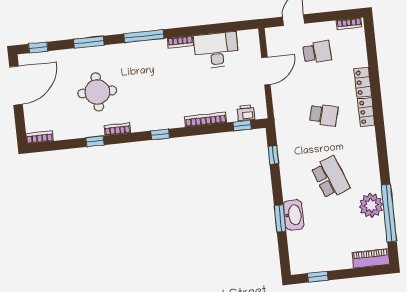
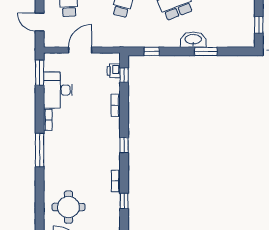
window: (89, 42) -> (40, 73), moved
door: (266, 71) -> (80, 50), hinge flipped
round table: (97, 92) -> (68, 207), moved
bookcase: (206, 119) -> (116, 105), width x0.64
washbasin: (294, 215) -> (193, 40), moved

